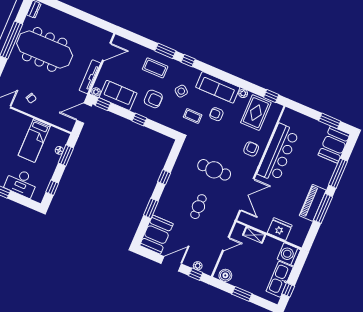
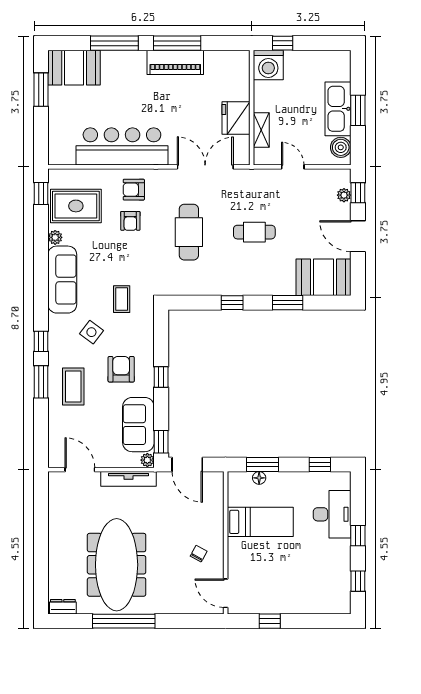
armchair: (216, 114) -> (130, 221), moved
fridge: (280, 229) -> (236, 118), moved
kitchen sink: (280, 279) -> (338, 109), moved, turned 90
window: (288, 290) -> (283, 43), moved

